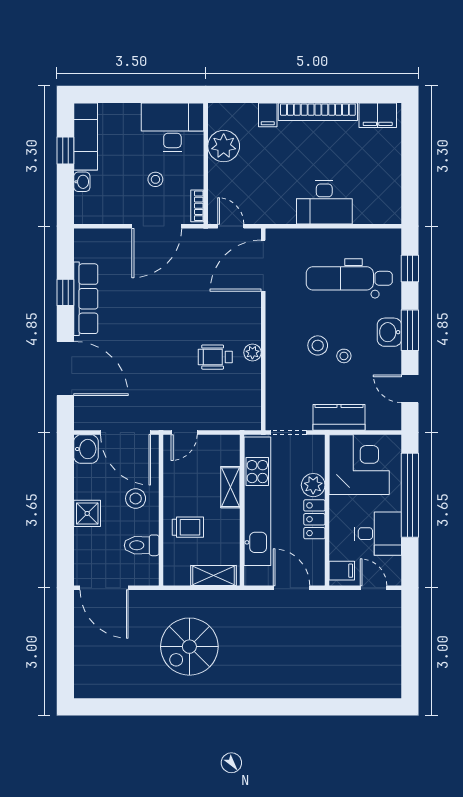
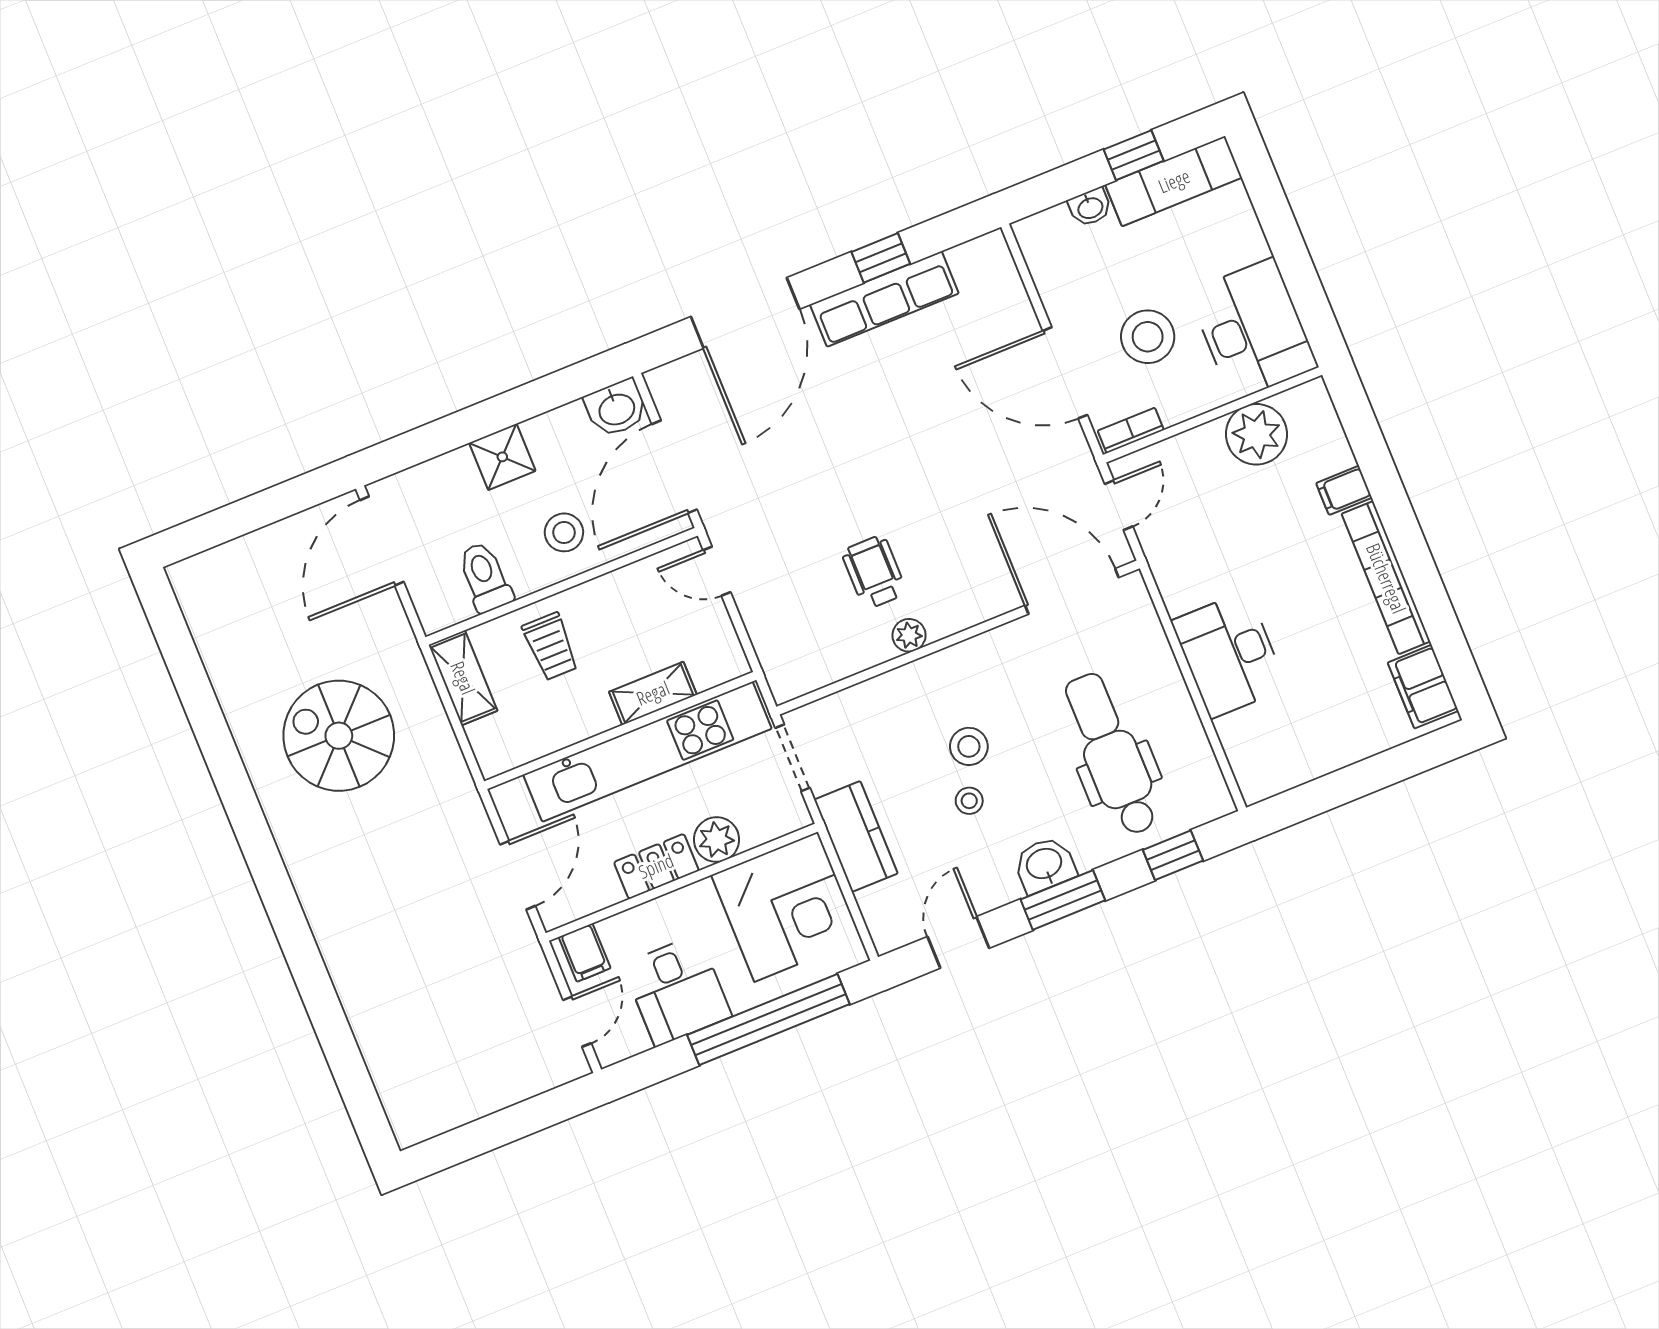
stool: (155, 179) -> (1148, 337), width x1.89, depth x1.89
shelving: (214, 575) -> (463, 678), moved

